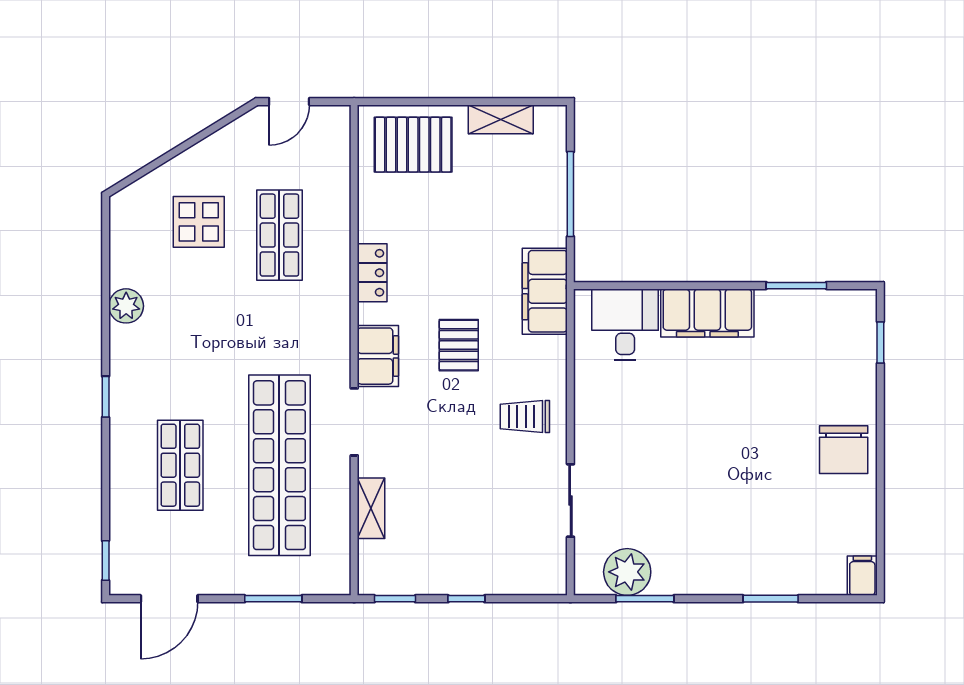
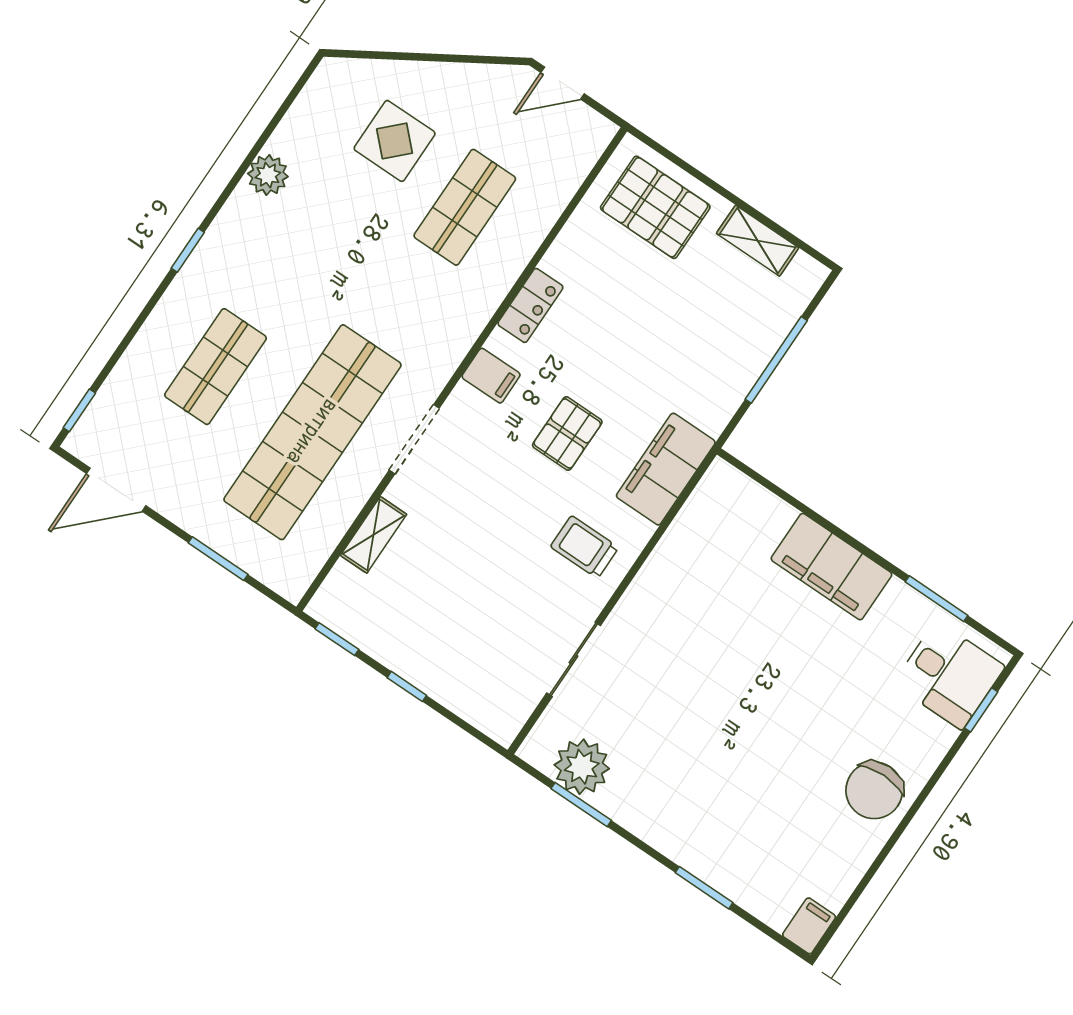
filing cabinet: (545, 291) -> (666, 469), moved
desk: (625, 325) -> (949, 675), moved, turned 90
filing cabinet: (378, 356) -> (491, 376), width x0.50

